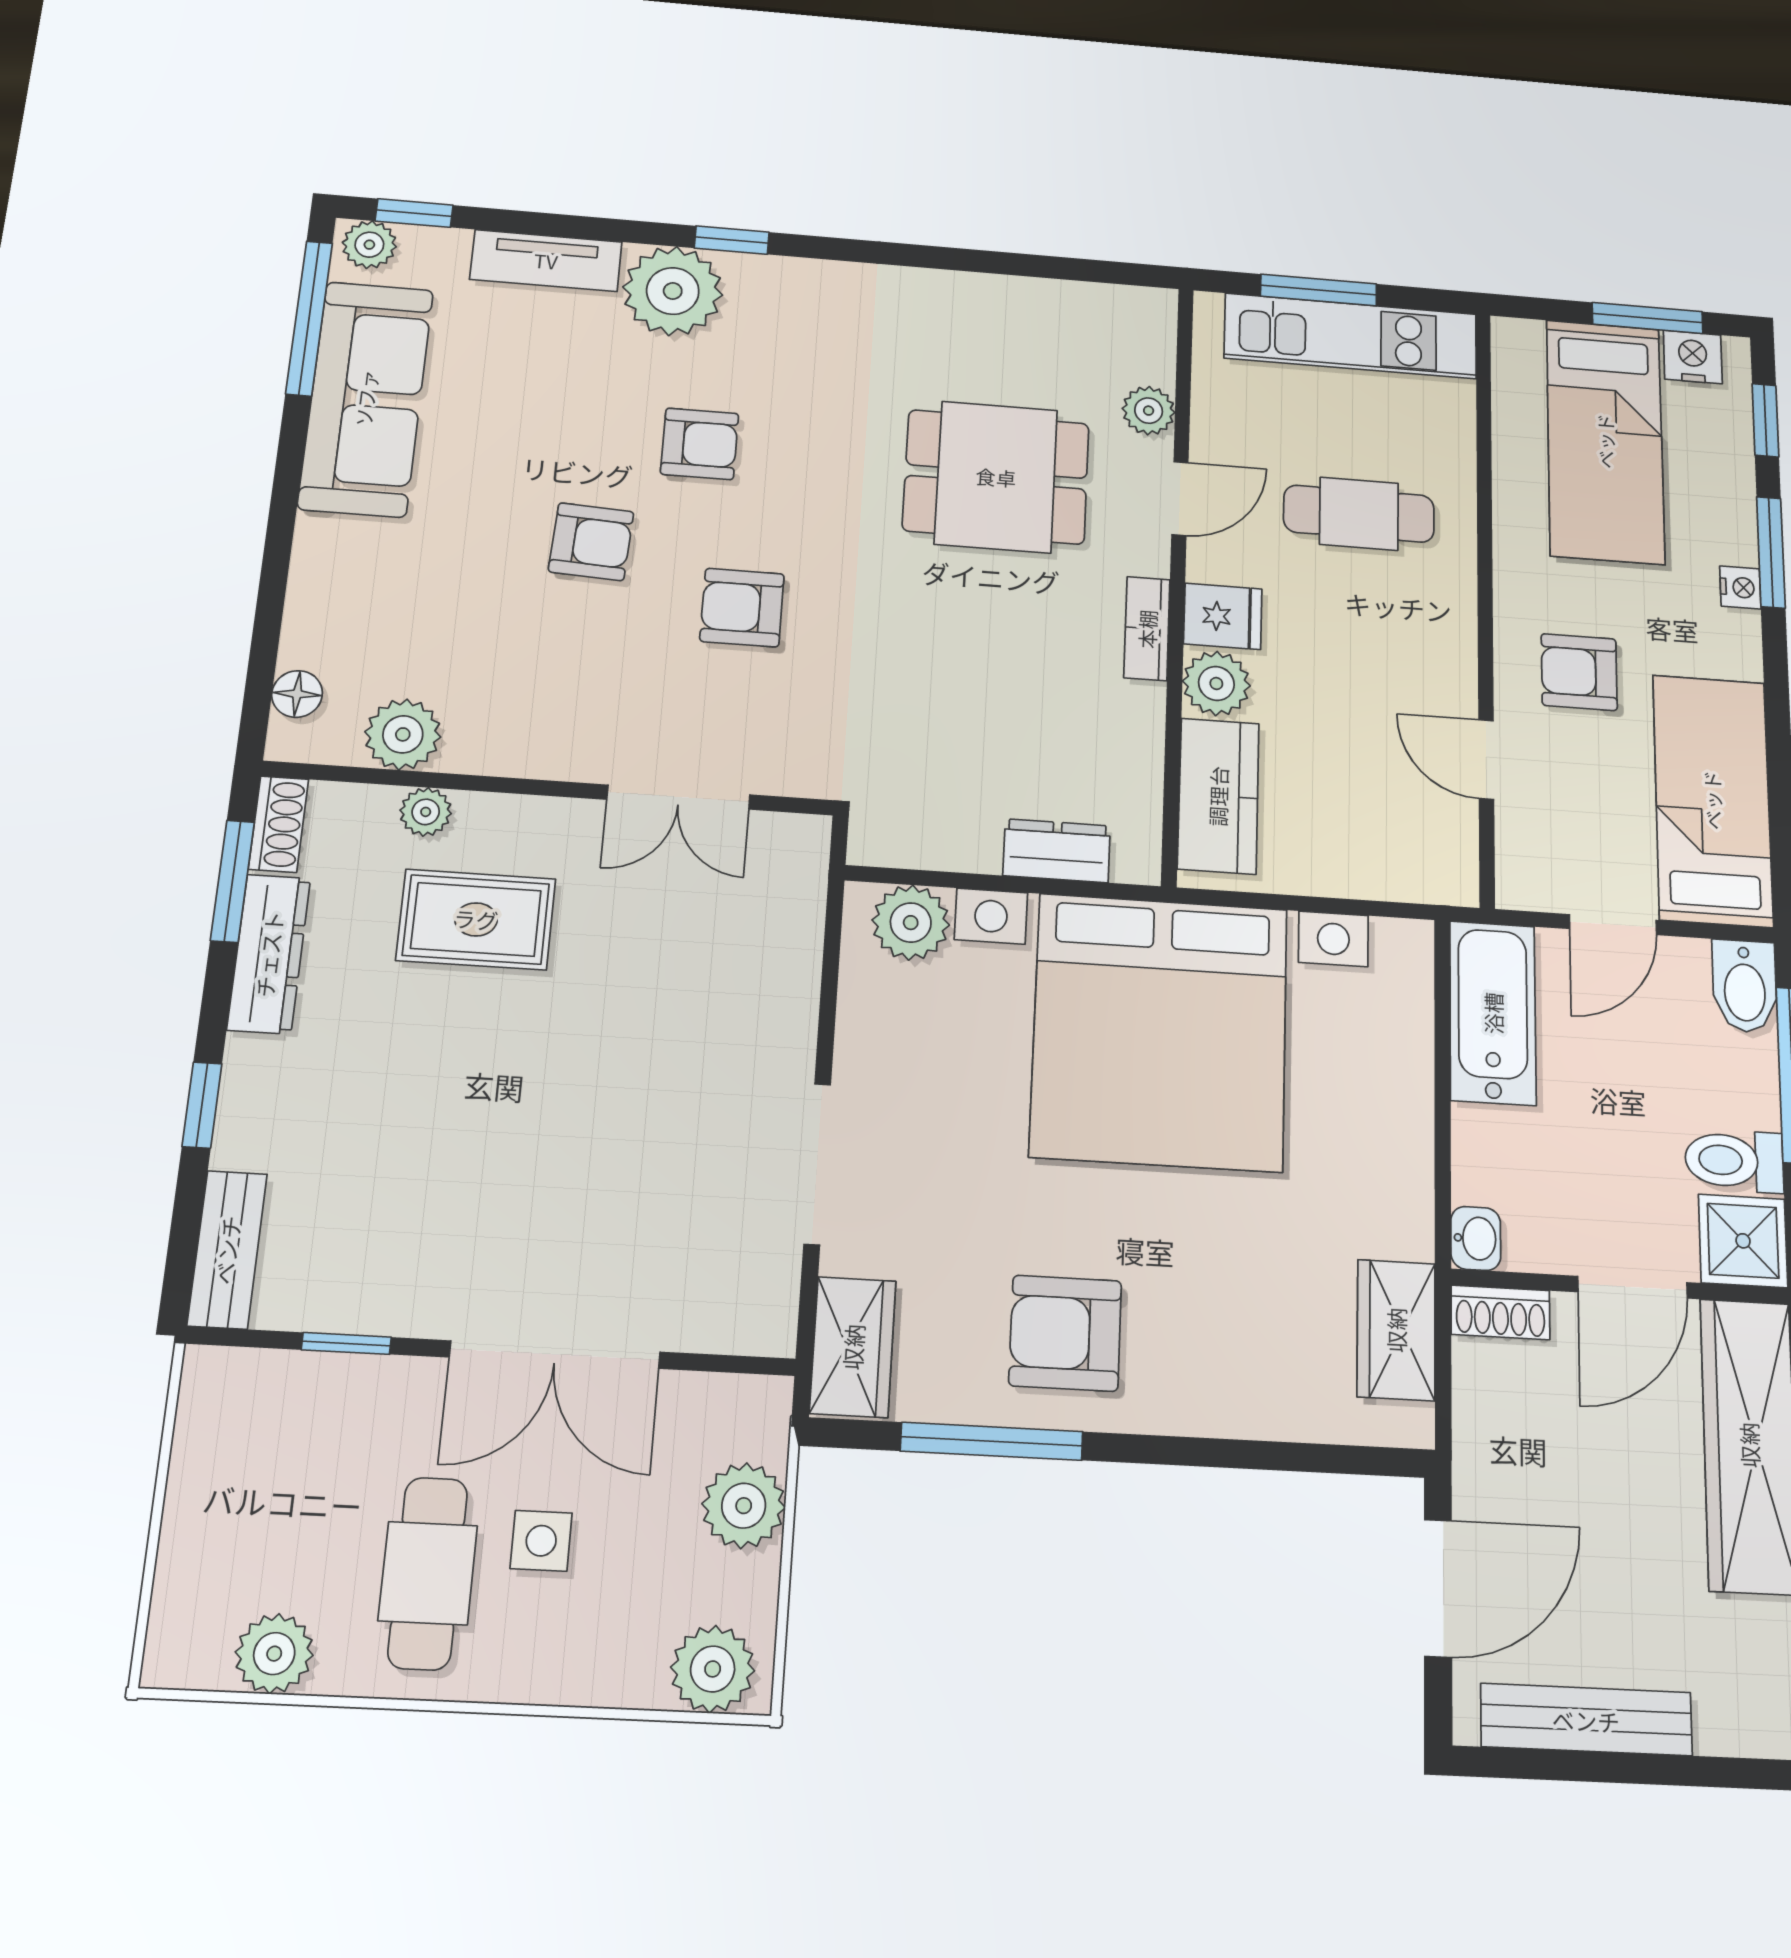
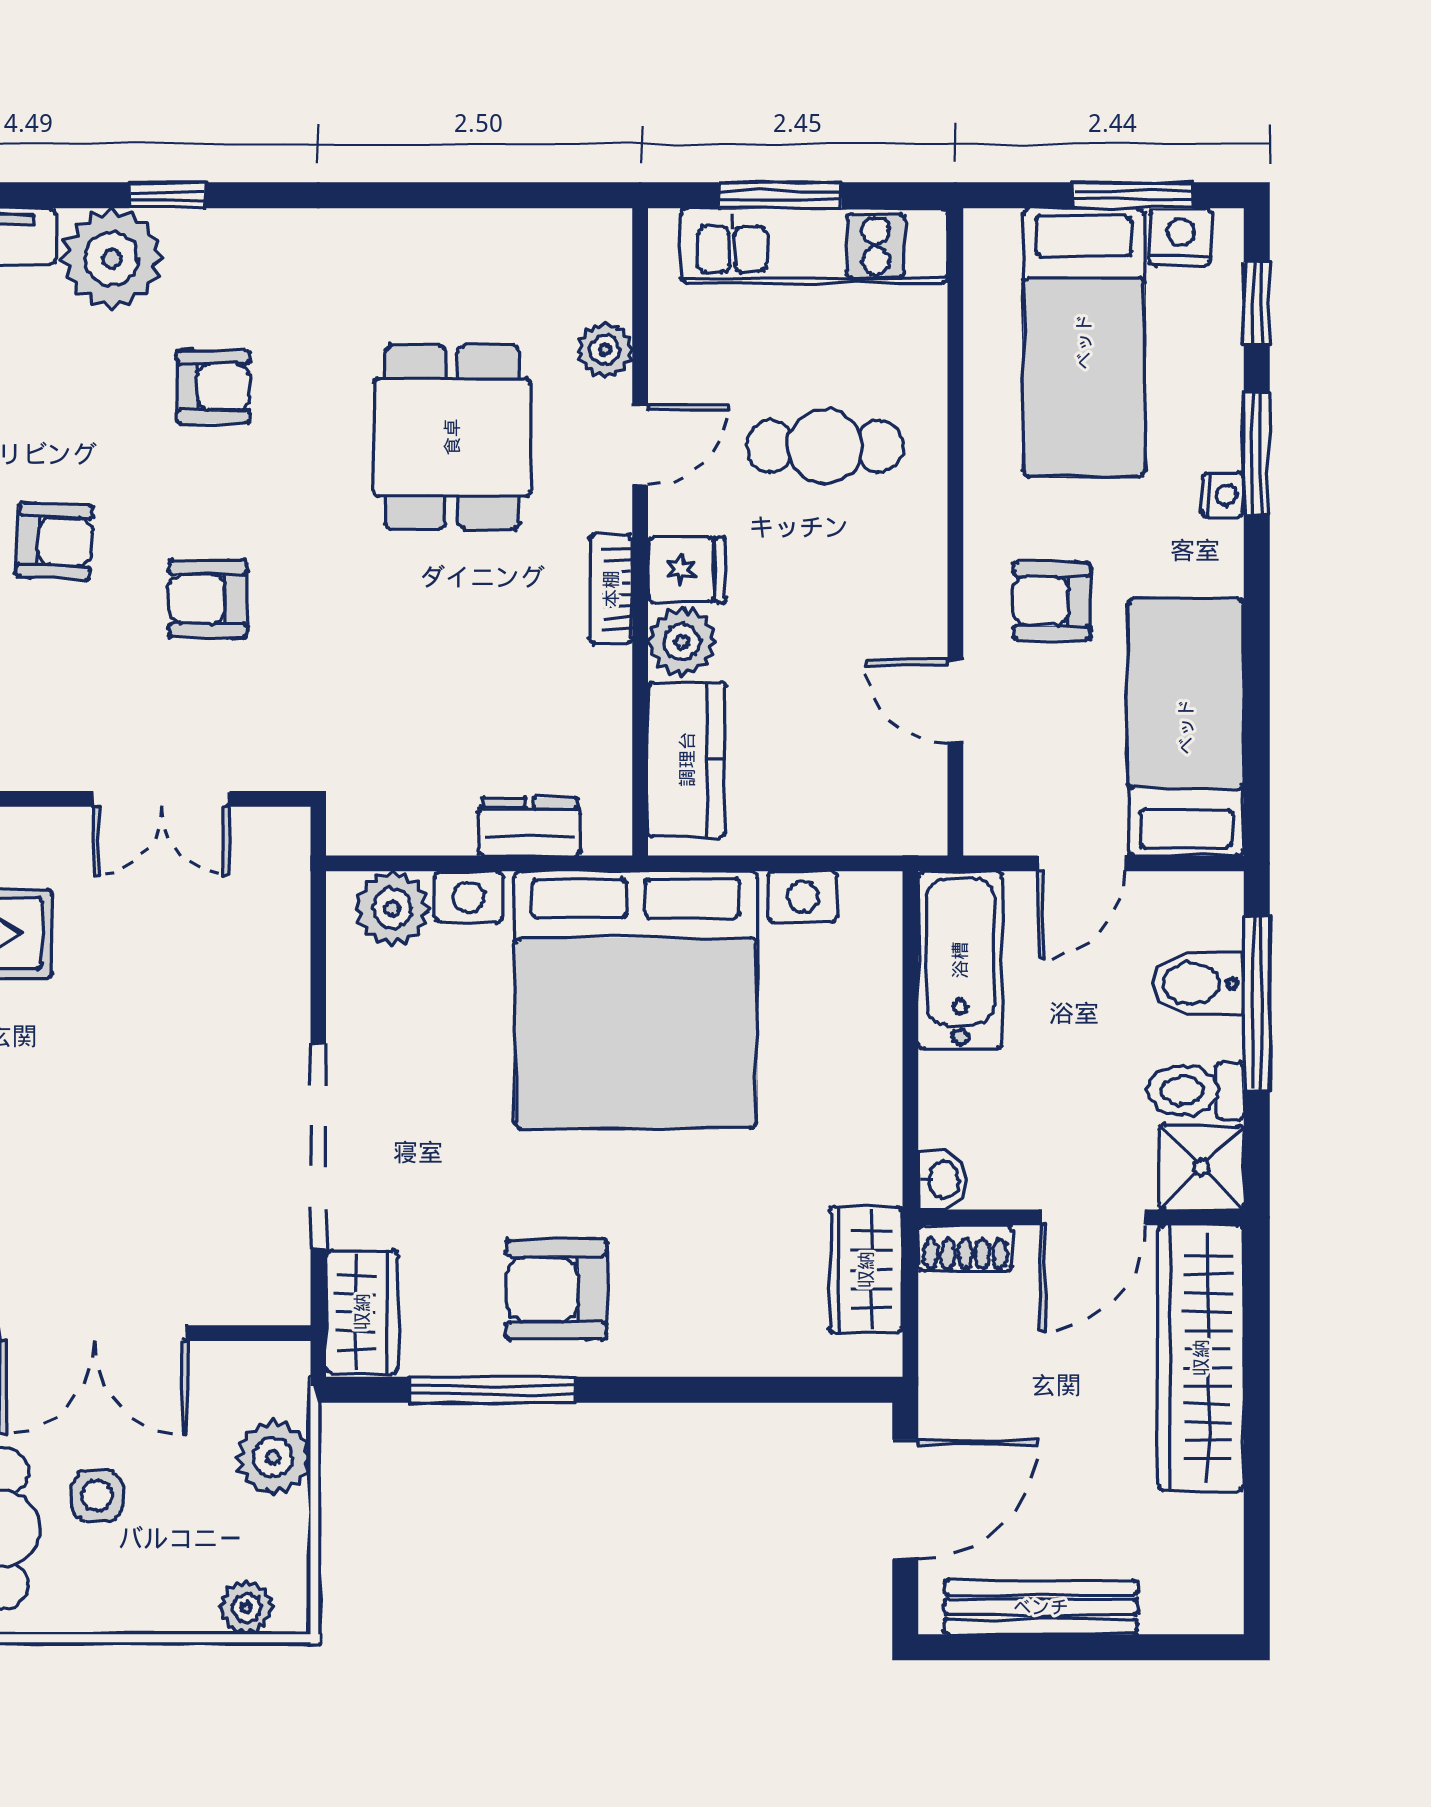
armchair: (700, 444) -> (213, 387), moved
dining table: (996, 477) -> (452, 437), turned 90
bidet: (1745, 986) -> (1198, 984), moved, turned 90
doorway: (817, 1164) -> (318, 1146), width x1.36
plant: (713, 1669) -> (246, 1608), width x0.73, depth x0.73

